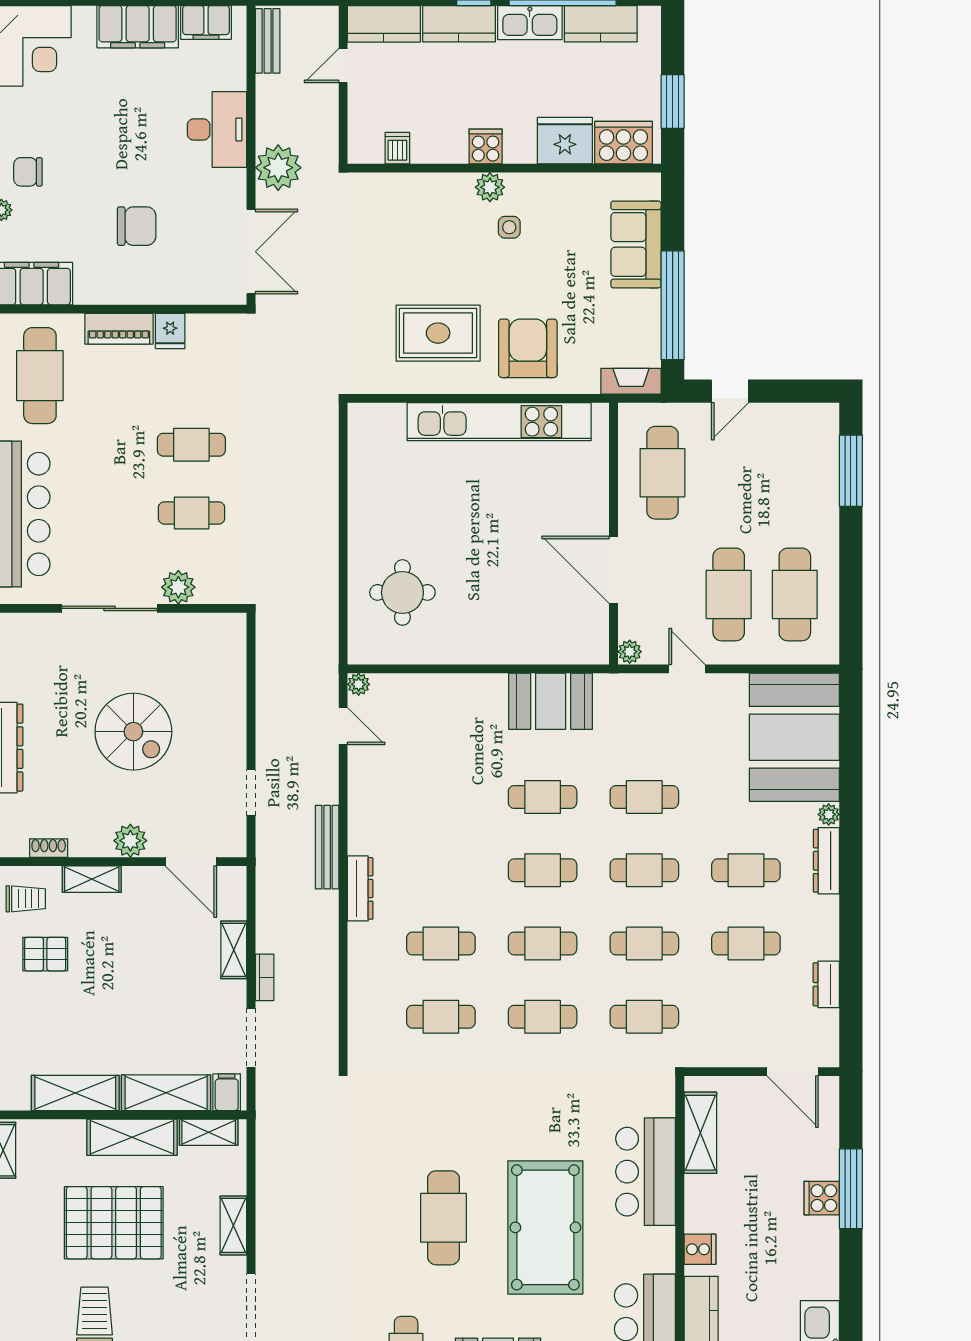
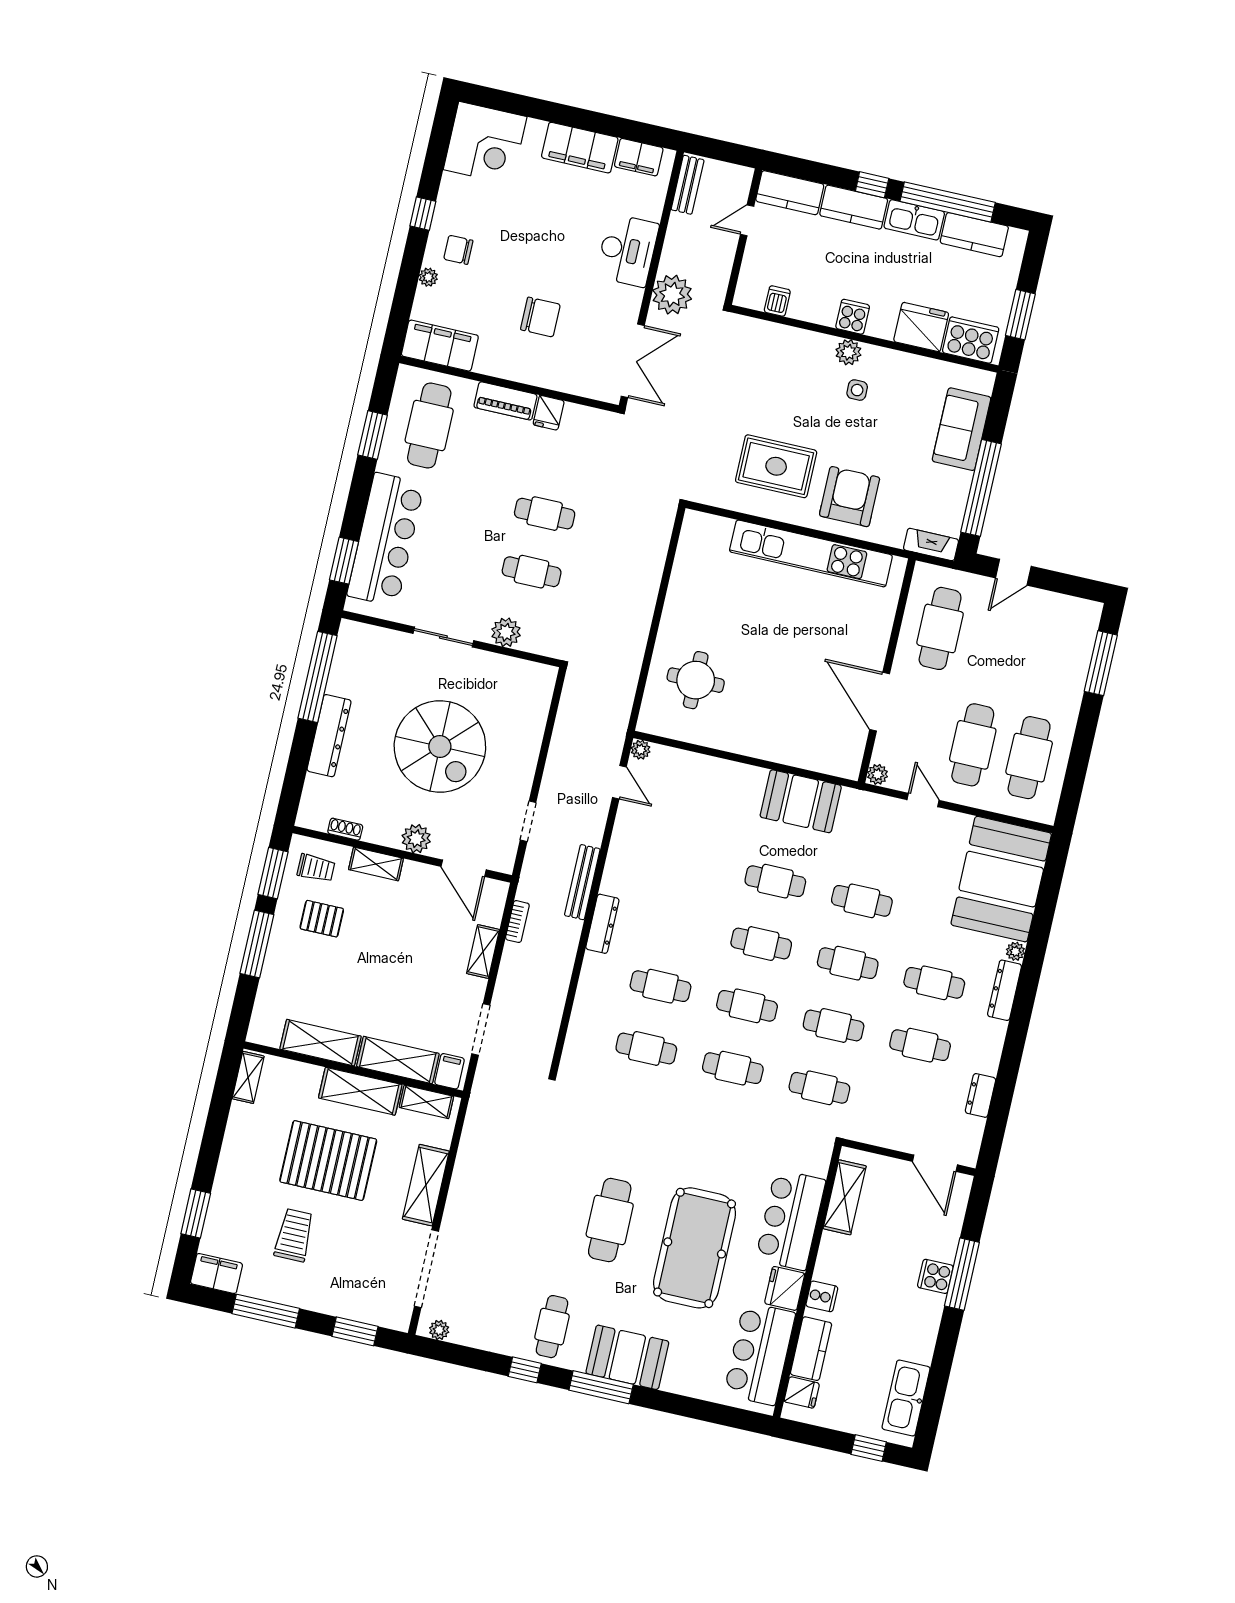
sliding door: (110, 608) -> (443, 637), width x0.73
spiral stairs: (133, 732) -> (440, 746), width x1.37, depth x1.37
bookcase: (265, 977) -> (517, 922), moved
shelving: (233, 1225) -> (426, 1185), width x1.50, depth x1.33
fridge: (656, 1250) -> (785, 1288), added

